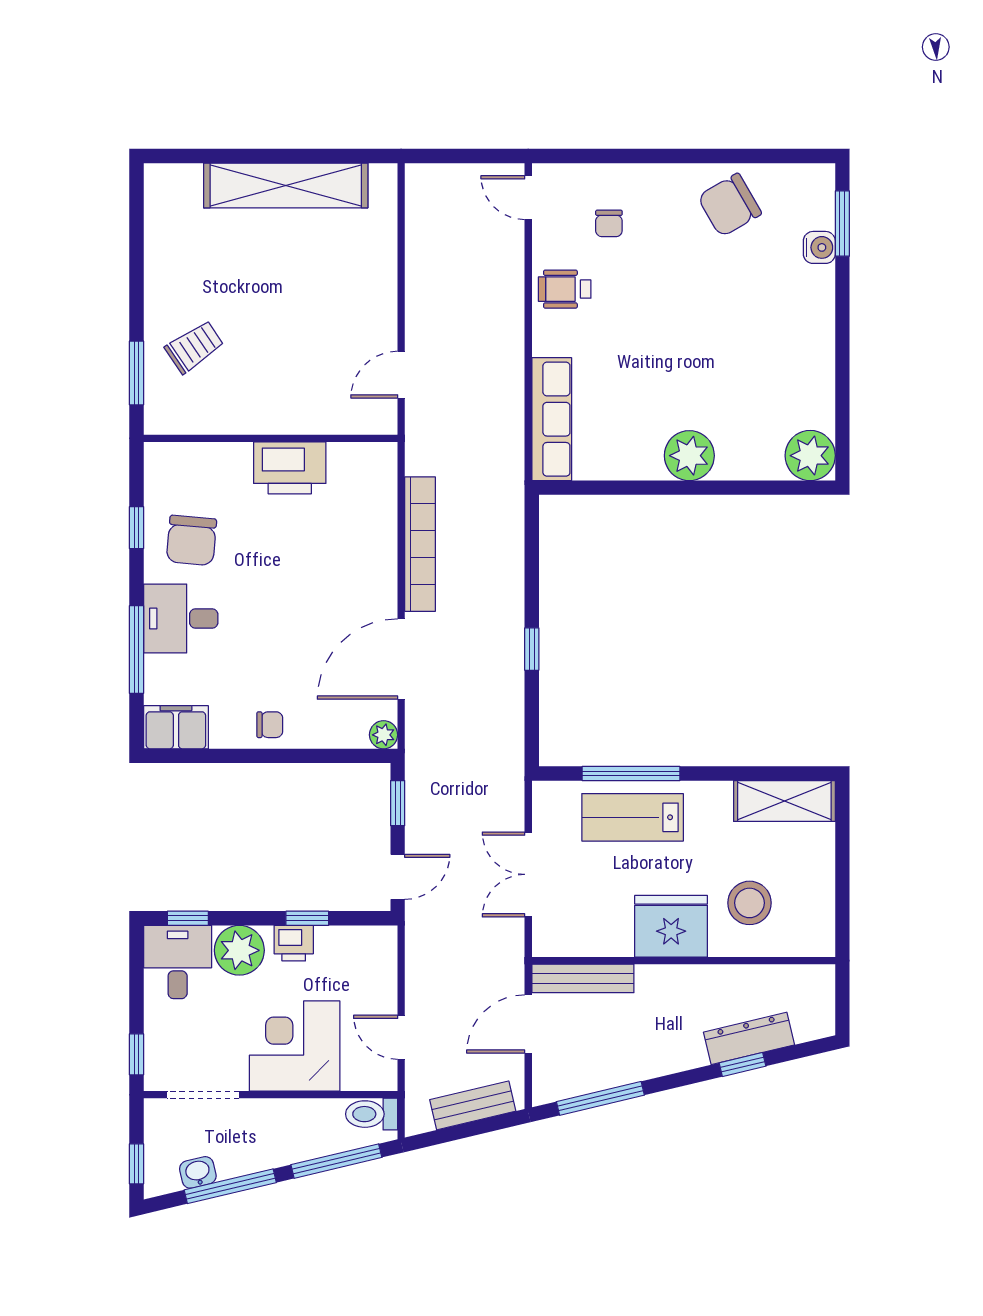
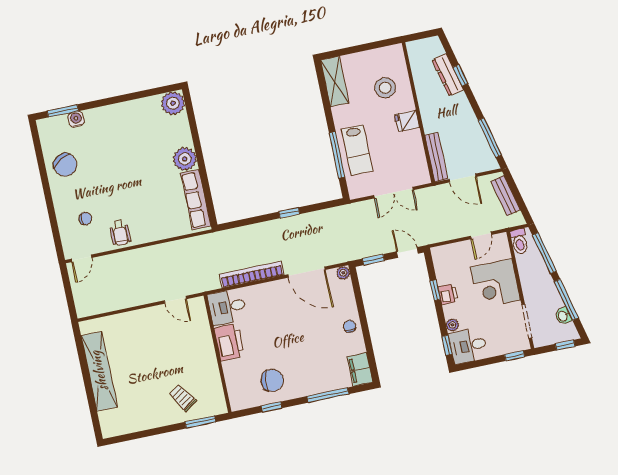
row of seats: (552, 419) -> (196, 200), moved, turned -90
desk: (181, 618) -> (227, 307), moved, turned 90
fridge: (671, 926) -> (407, 121), width x0.53, depth x0.75
plant: (239, 950) -> (452, 325), width x0.53, depth x0.53

